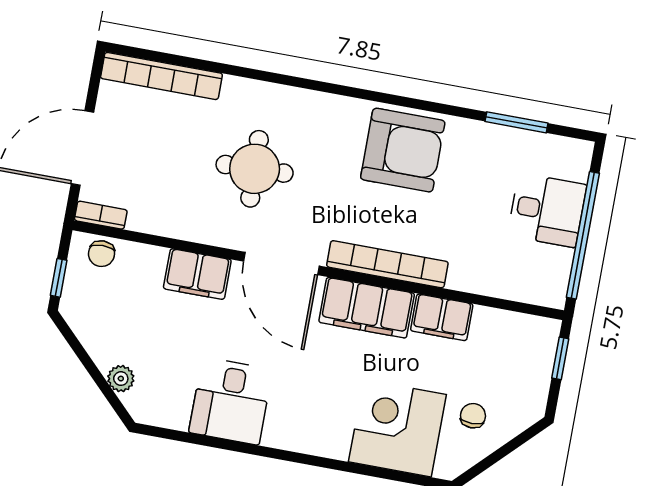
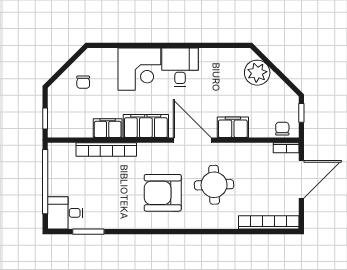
armchair: (403, 150) -> (163, 193), moved
desk: (547, 210) -> (65, 213), moved
bookcase: (387, 264) -> (106, 150), moved
plant: (121, 379) -> (257, 73), width x1.88, depth x1.88
desk: (231, 401) -> (180, 67), moved
corner desk: (397, 428) -> (139, 69), moved

